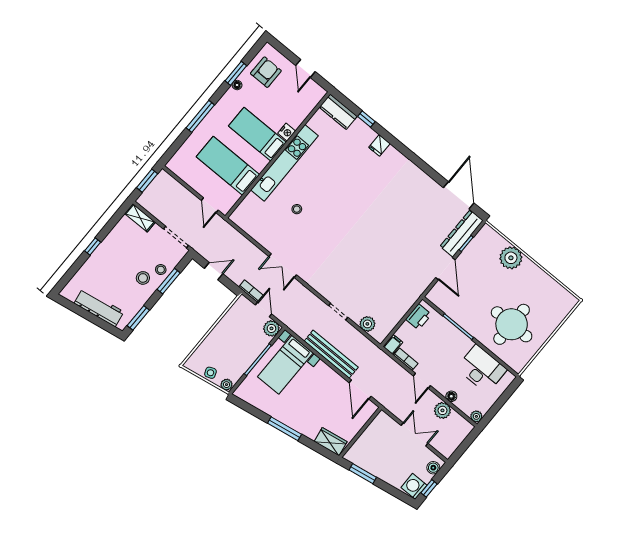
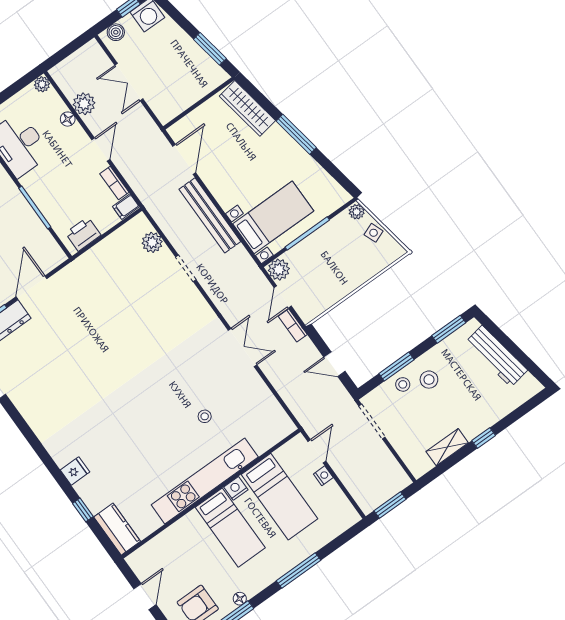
nightstand: (287, 132) -> (236, 488), moved
nightstand: (200, 189) -> (323, 476), added
shelving: (140, 218) -> (447, 447), moved, turned 90
wardrobe: (331, 442) -> (247, 108), width x1.50

